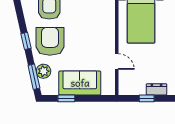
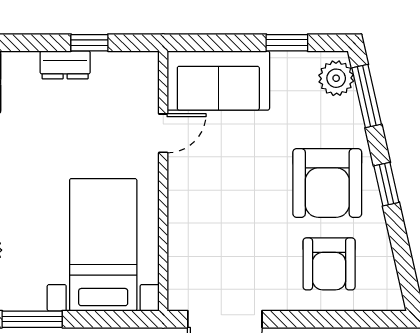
door: (117, 62) -> (163, 133), swing flipped
plant: (44, 71) -> (336, 78), moved
sofa: (80, 83) -> (218, 80), moved

